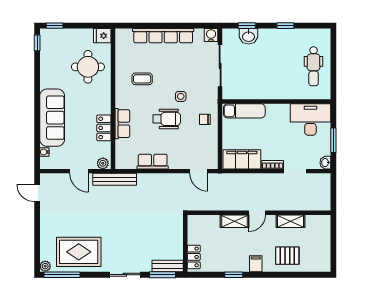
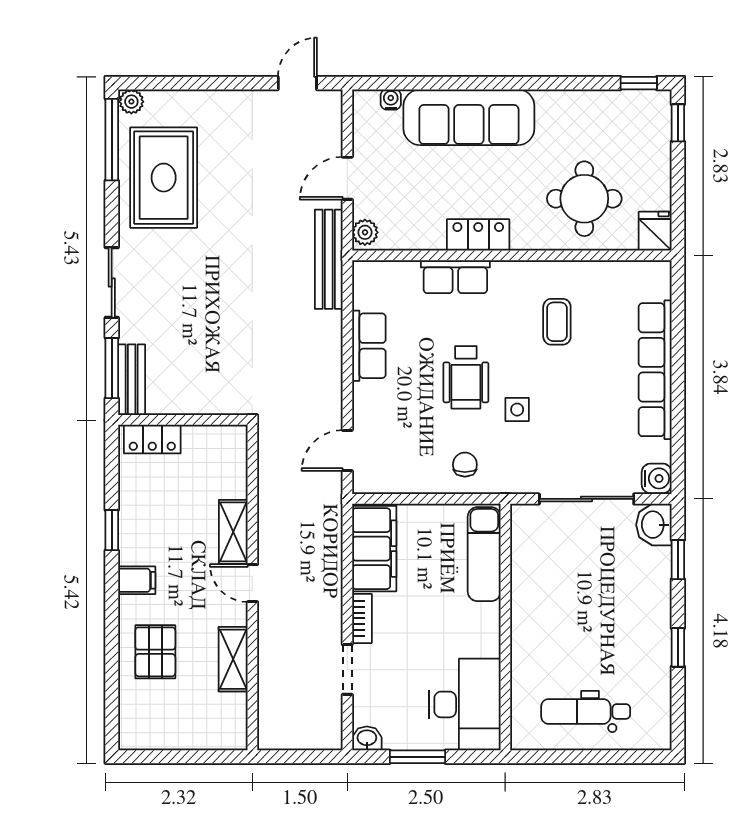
washbasin: (248, 36) -> (654, 525), moved
locker: (104, 128) -> (478, 235), moved

